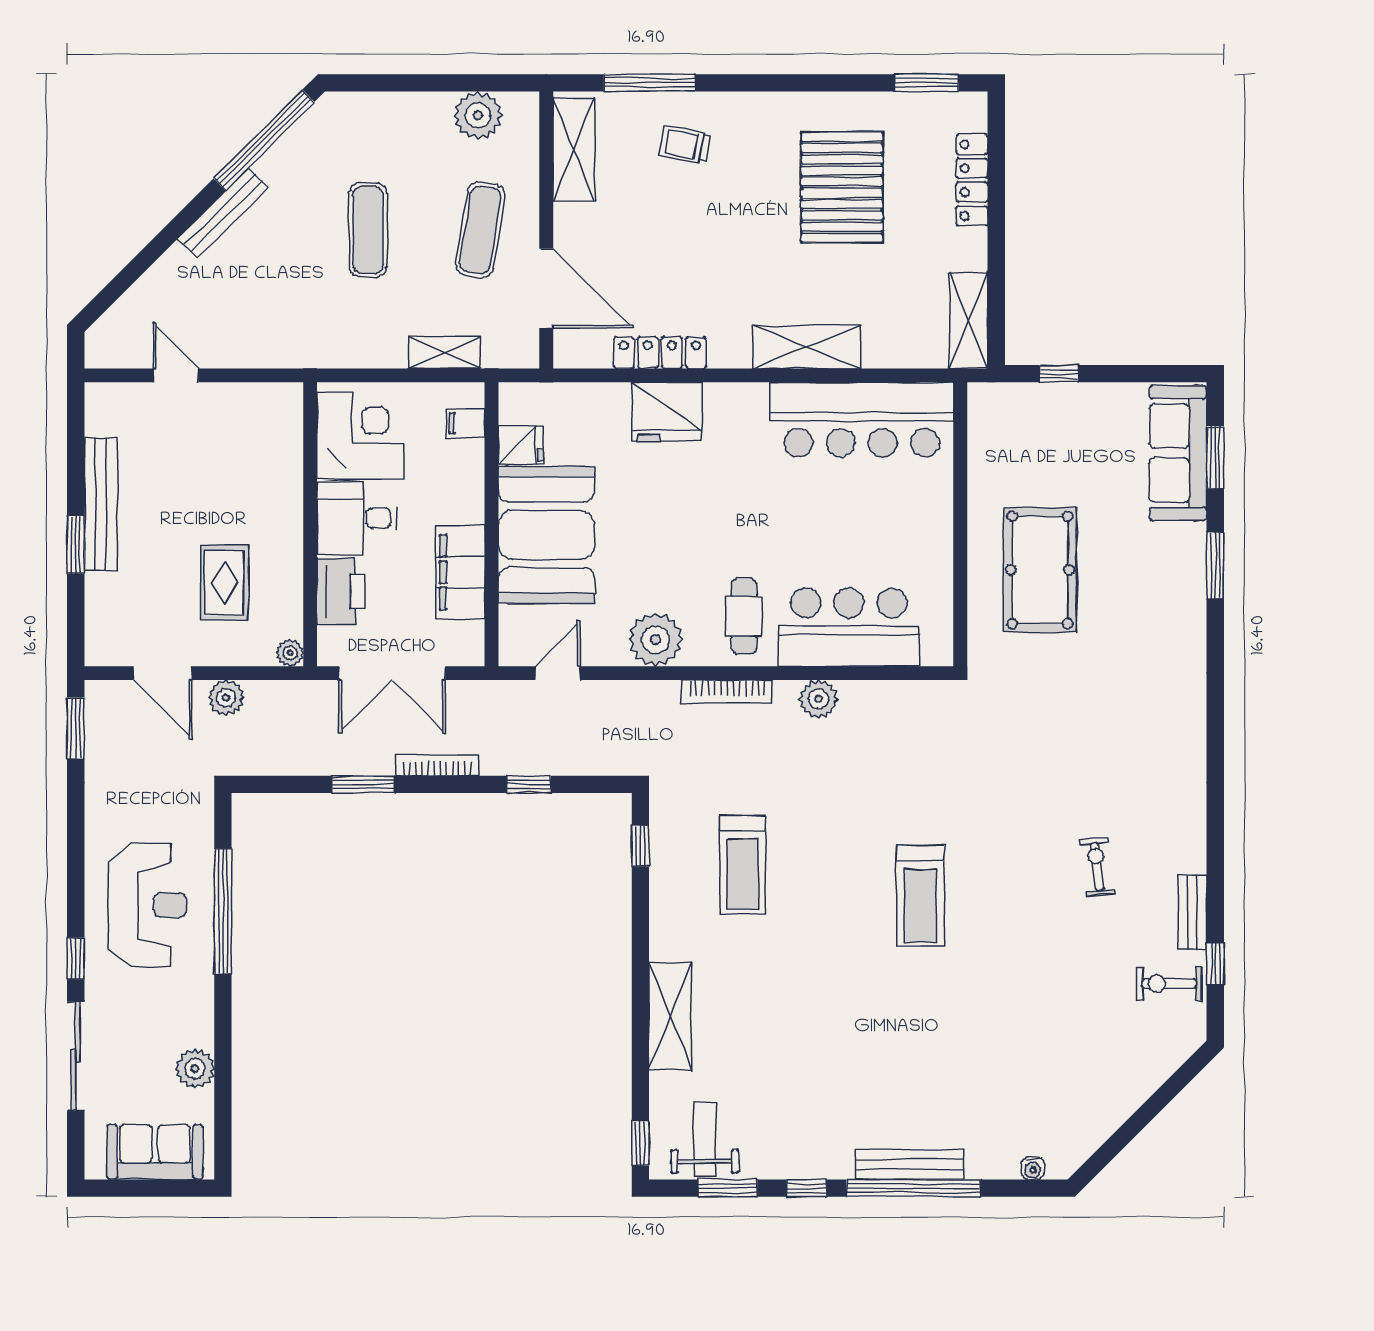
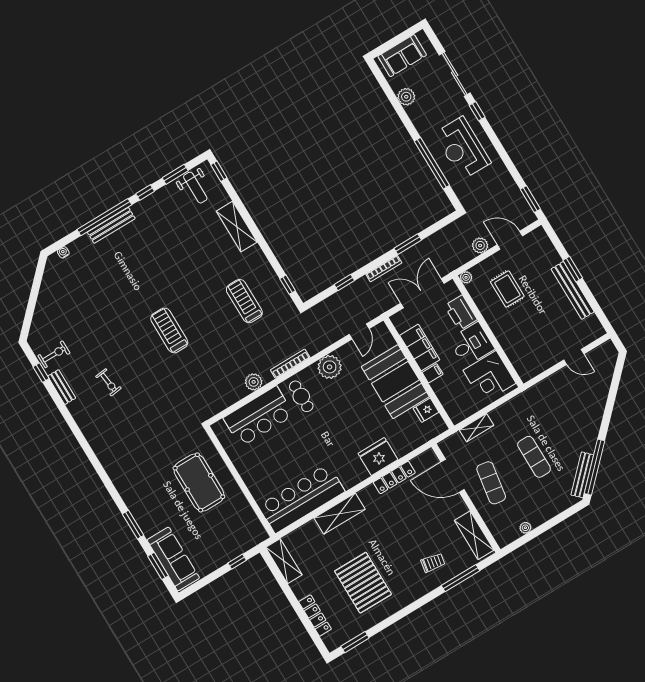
plant: (478, 115) -> (525, 528), width x0.53, depth x0.53
bench: (223, 213) -> (582, 475), moved
filing cabinet: (465, 423) -> (433, 373), moved

